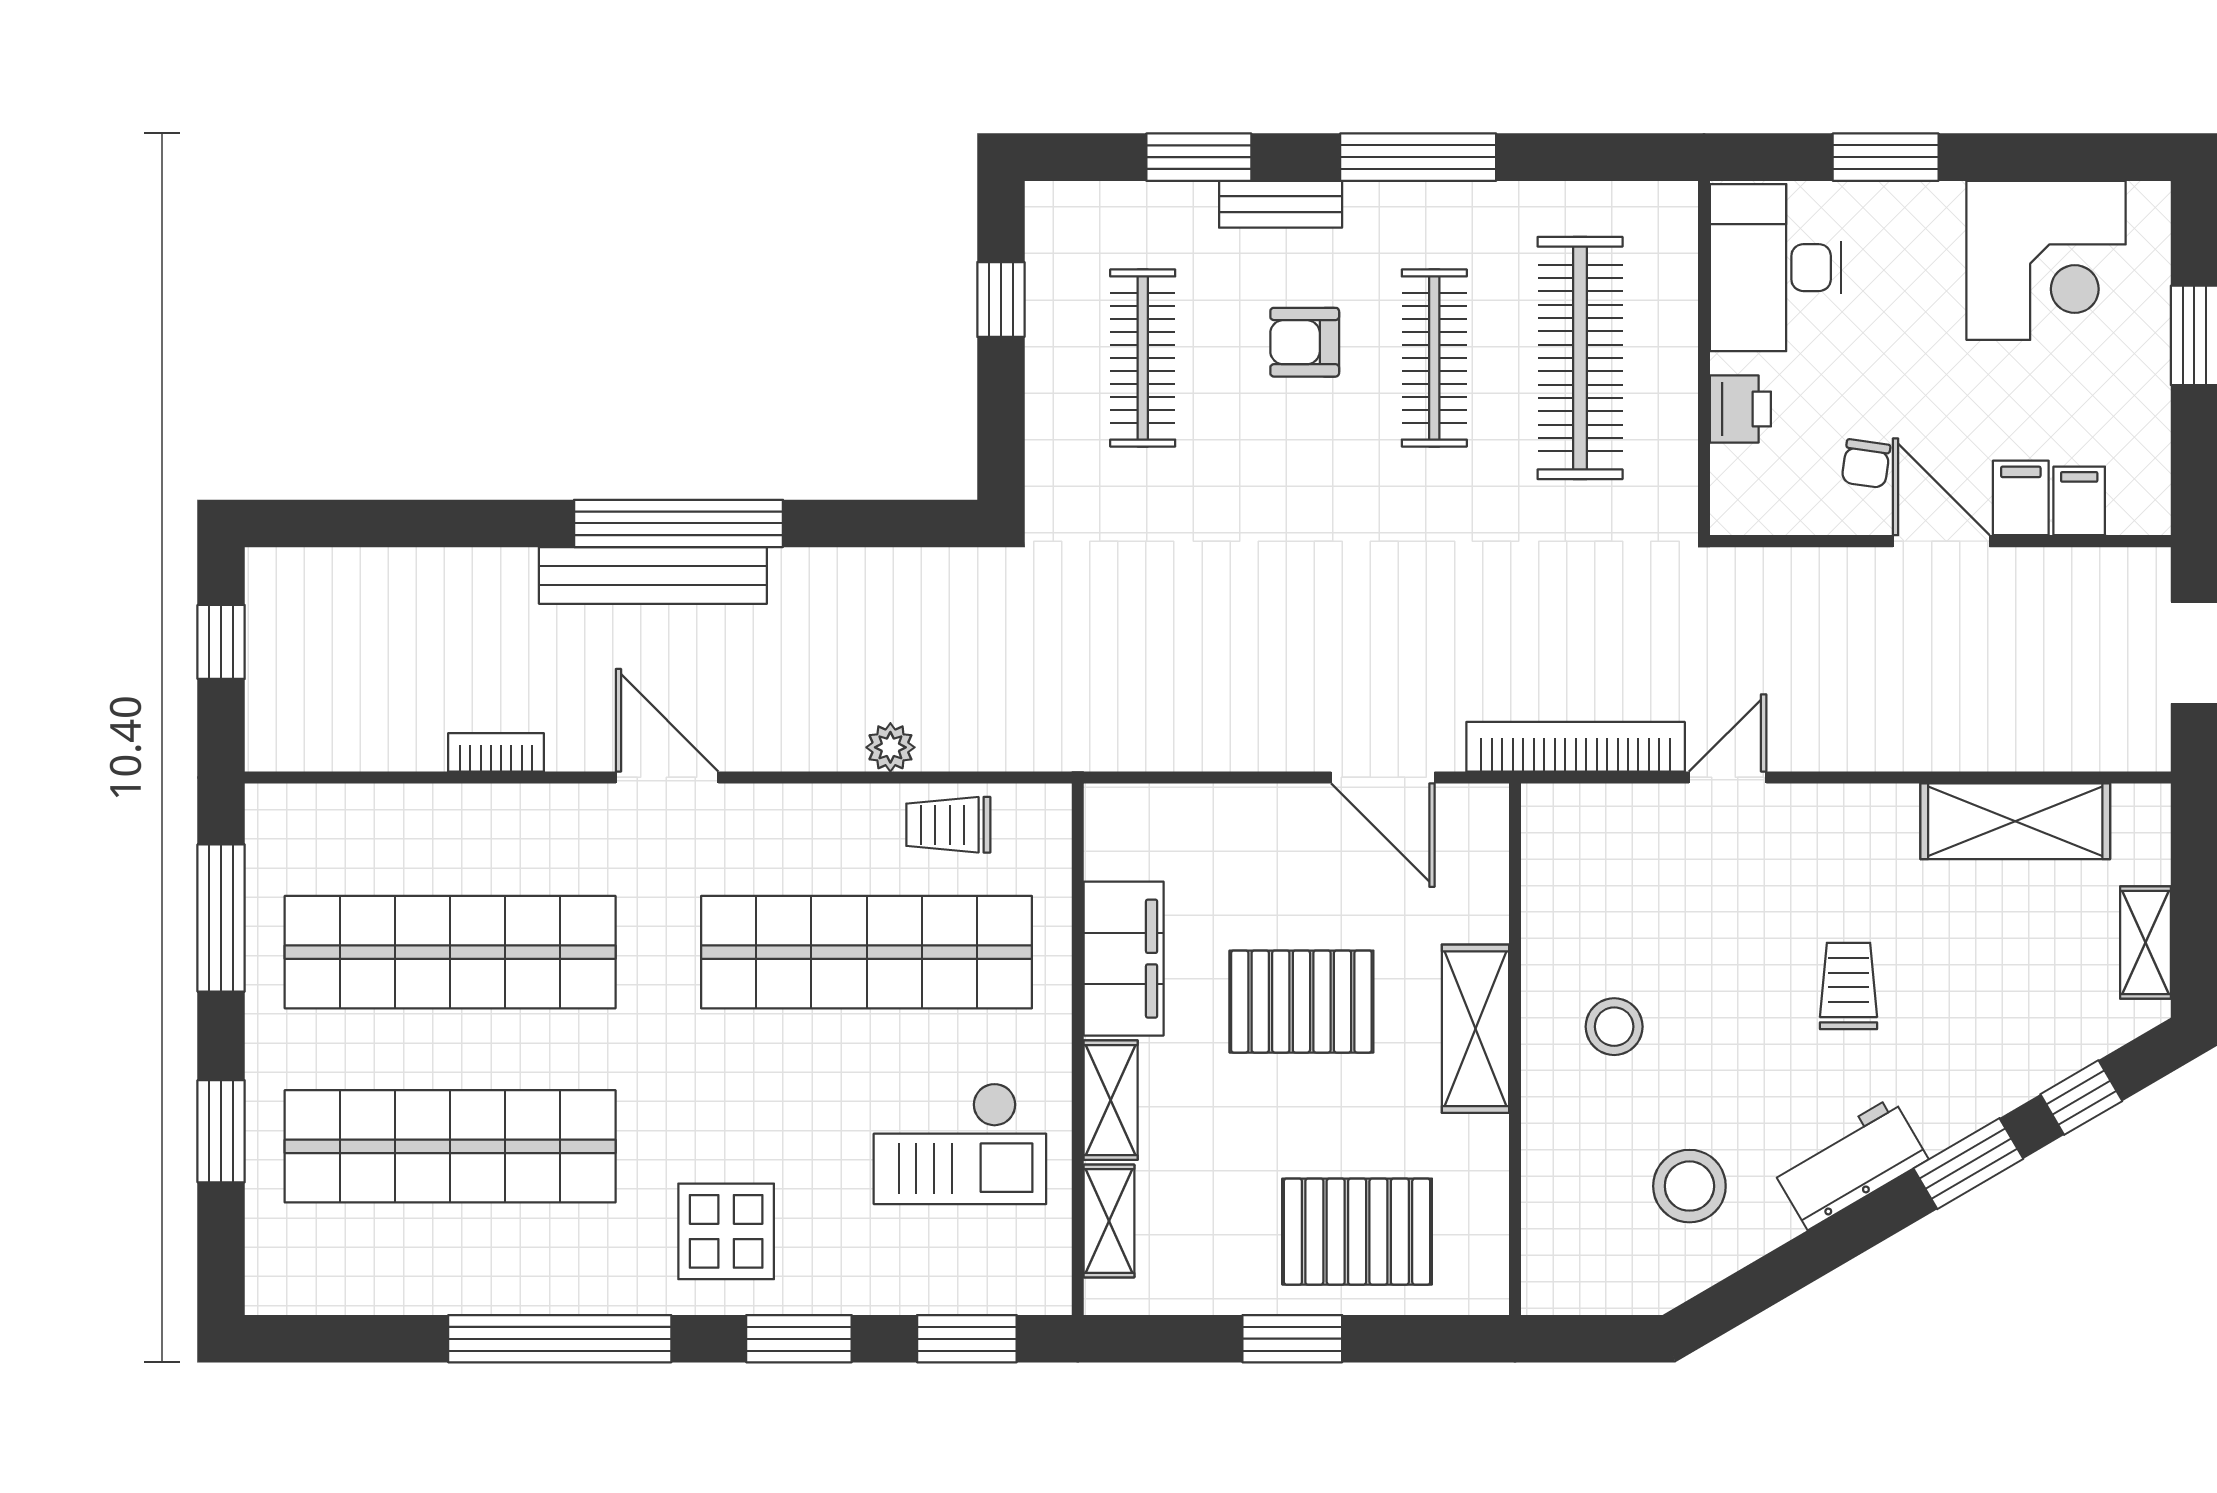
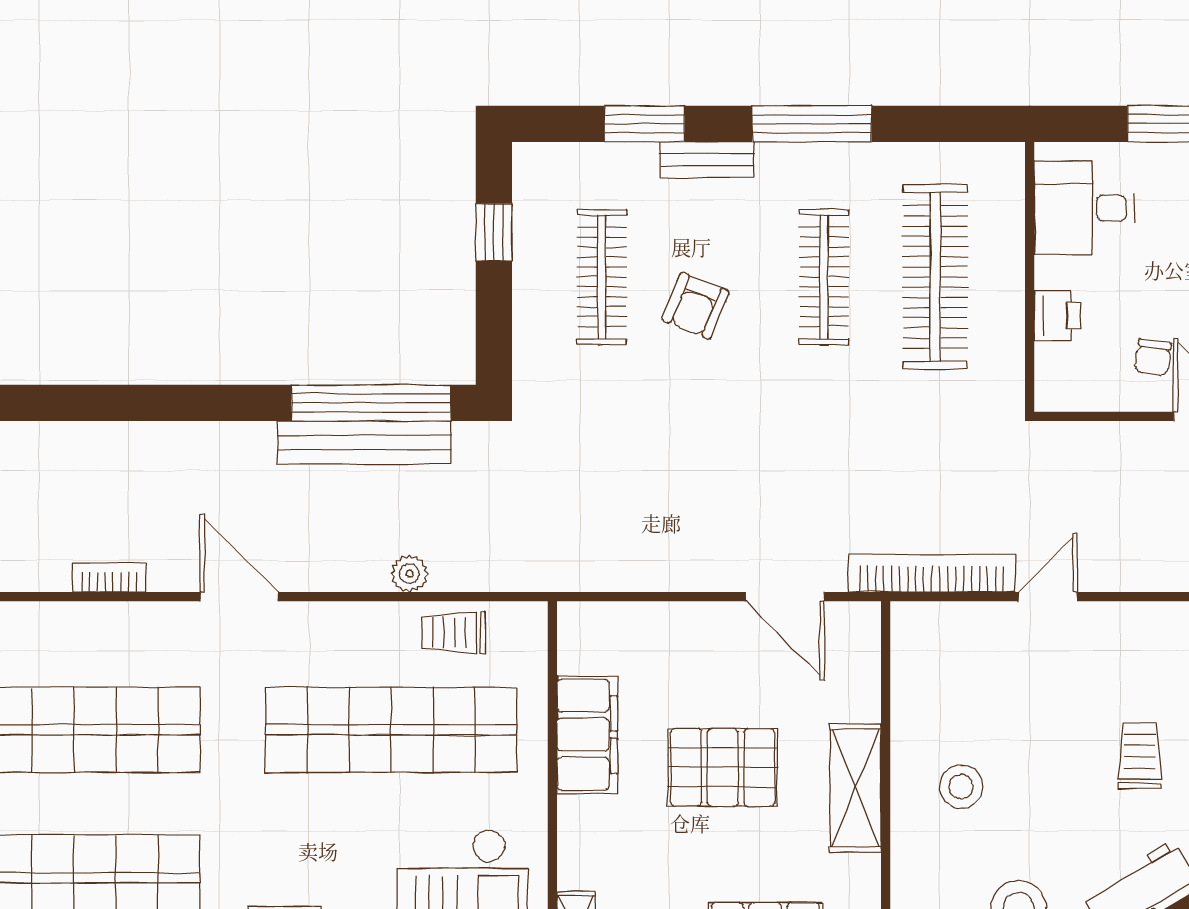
desk: (1776, 268) -> (1084, 208), width x0.73
armchair: (1305, 342) -> (696, 306), moved, turned -68
window: (679, 523) -> (371, 403), moved
bench: (653, 575) -> (364, 443), moved
shelving: (1111, 1100) -> (577, 843), removed

